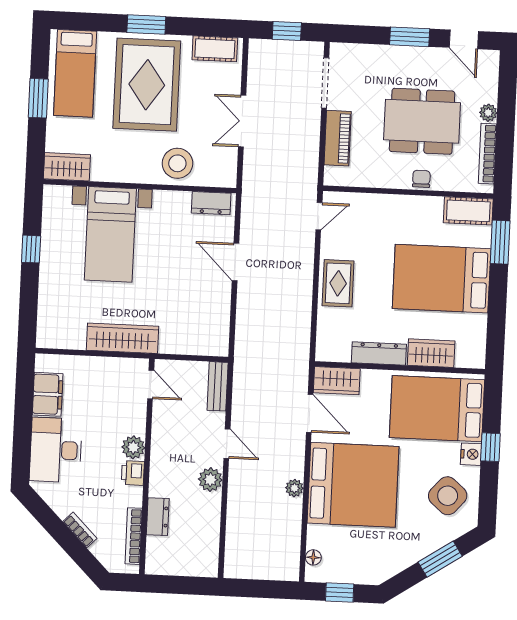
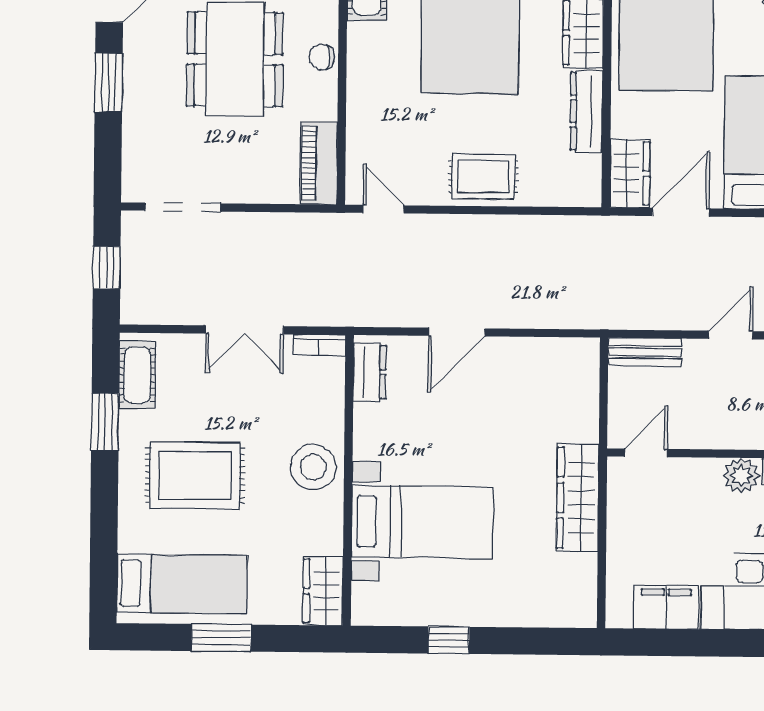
window: (146, 24) -> (105, 422), moved
rug: (147, 85) -> (195, 475), width x0.73, depth x0.69
piano: (338, 138) -> (319, 163), moved, turned -90
stool: (177, 163) -> (313, 467), moved
bookcase: (230, 170) -> (319, 345), added

